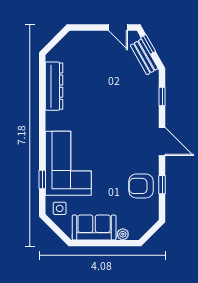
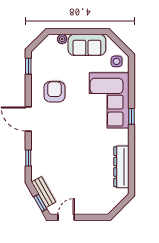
door: (118, 28) -> (66, 217), hinge flipped
window: (42, 180) -> (132, 116), moved
window: (162, 185) -> (28, 66), moved
armchair: (141, 186) -> (54, 92), moved, turned -90

